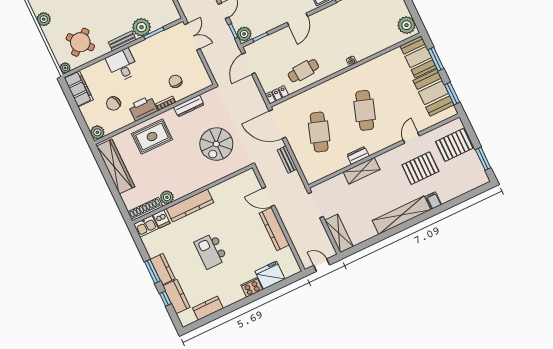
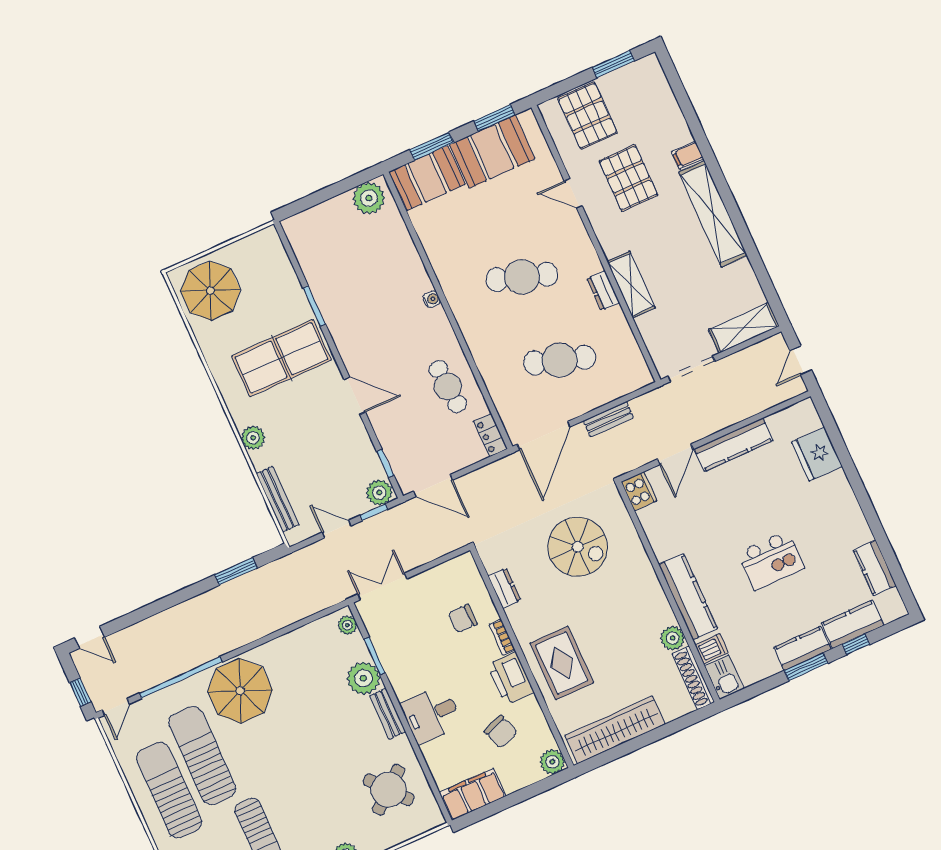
plant: (65, 68) -> (347, 625), moved
dresser: (189, 106) -> (504, 588), width x0.70
cooker: (252, 287) -> (639, 491), moved, turned 180

